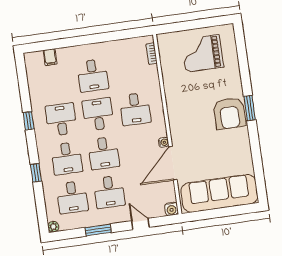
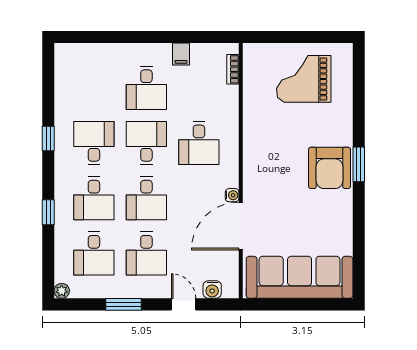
filing cabinet: (50, 57) -> (181, 54), moved
water cooler: (171, 209) -> (212, 289), moved

